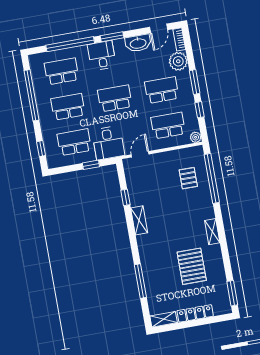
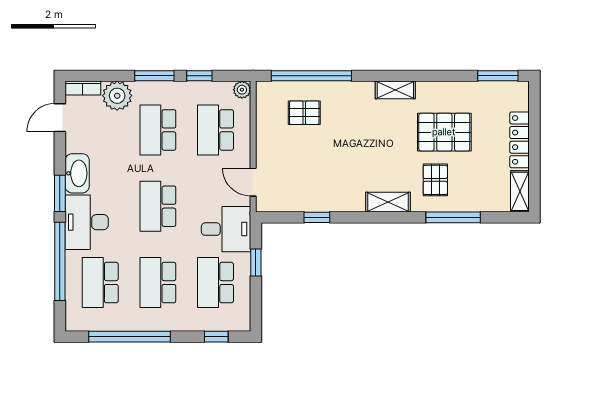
door: (159, 28) -> (60, 118), swing flipped
washbasin: (138, 43) -> (77, 173), moved
desk: (102, 56) -> (87, 222), width x1.37
shelving: (139, 220) -> (388, 202), moved
pallet: (161, 266) -> (435, 180), added

